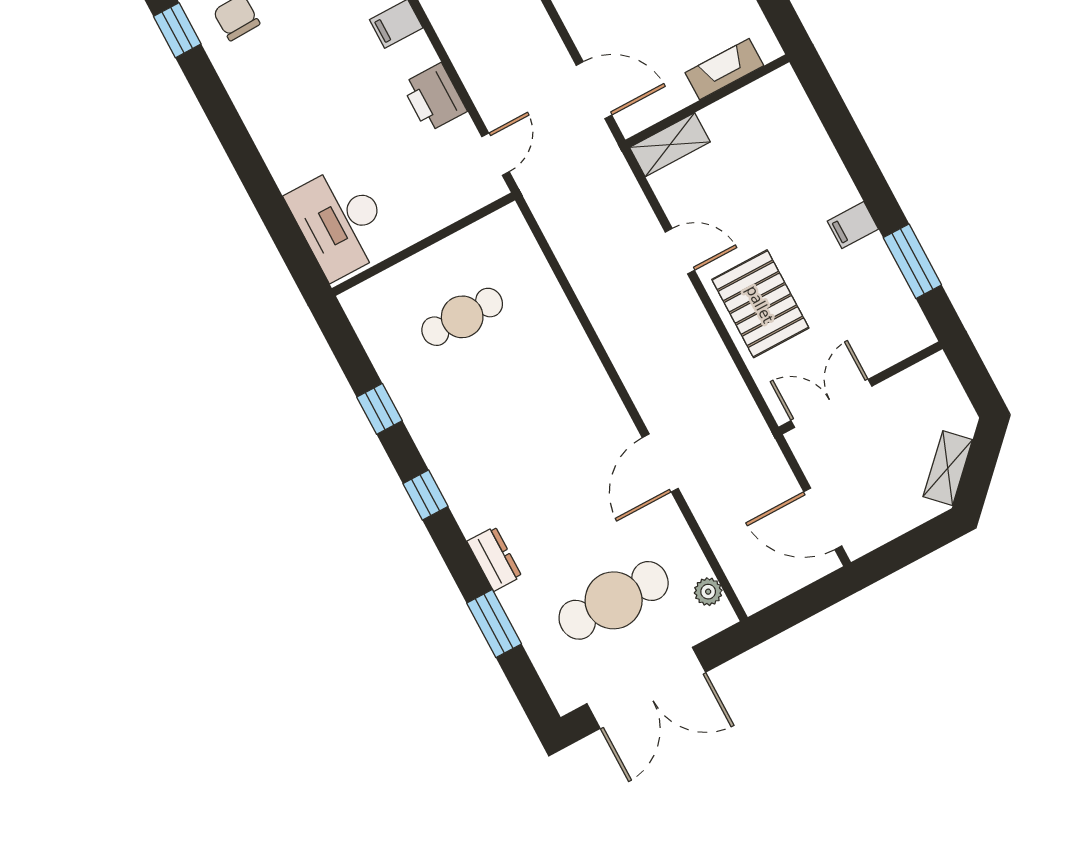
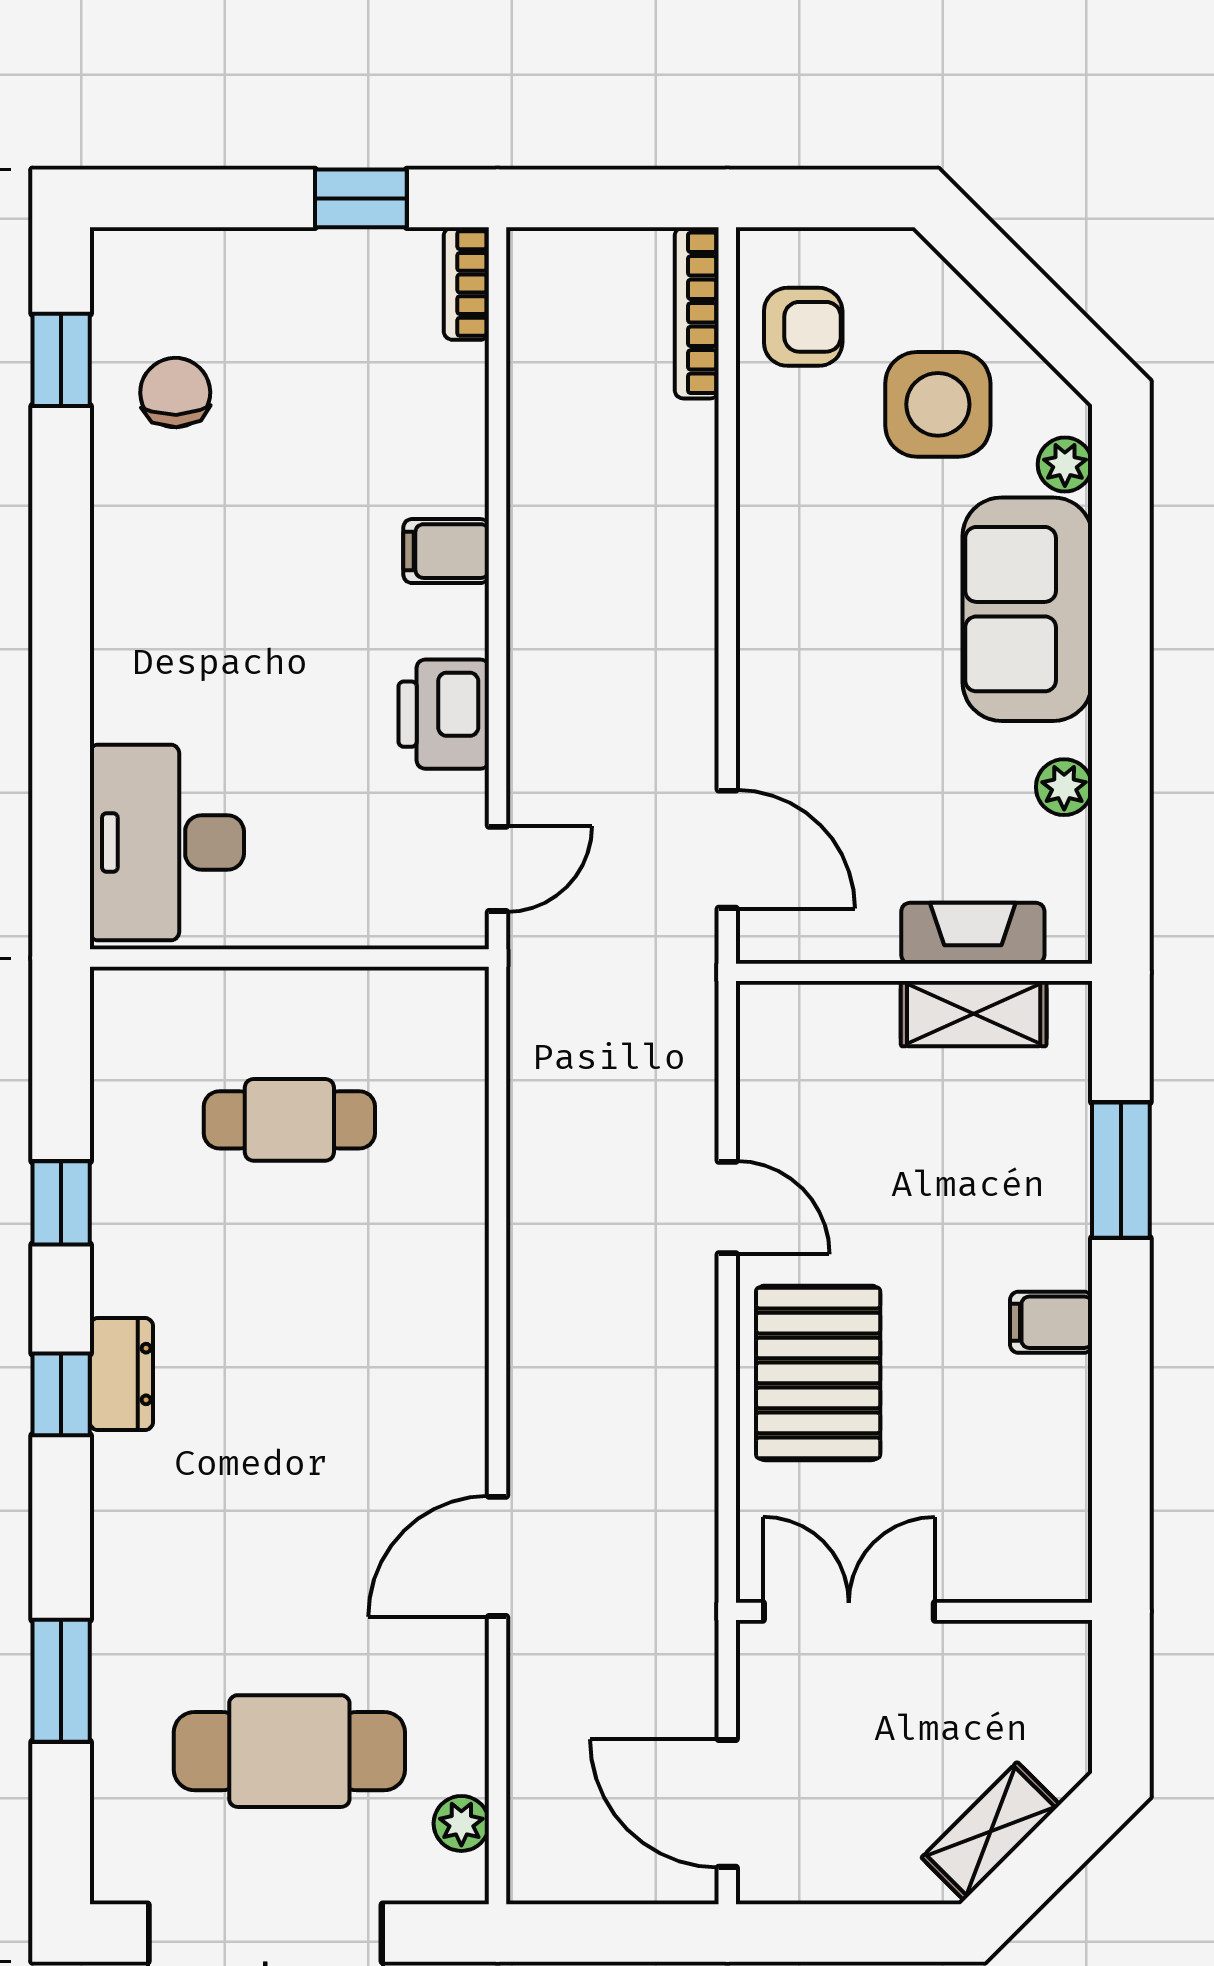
shelving: (670, 145) -> (974, 1014), moved
window: (912, 261) -> (1121, 1170), moved
dresser: (494, 559) -> (121, 1374), moved

